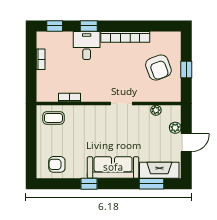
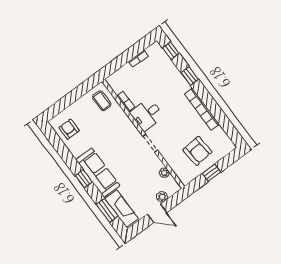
desk: (87, 45) -> (147, 115), moved, turned 180
armchair: (158, 68) -> (197, 151), turned -75
window: (89, 184) -> (84, 179), moved

